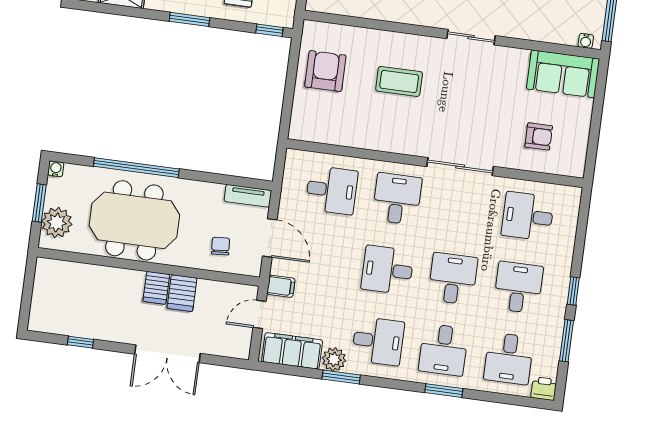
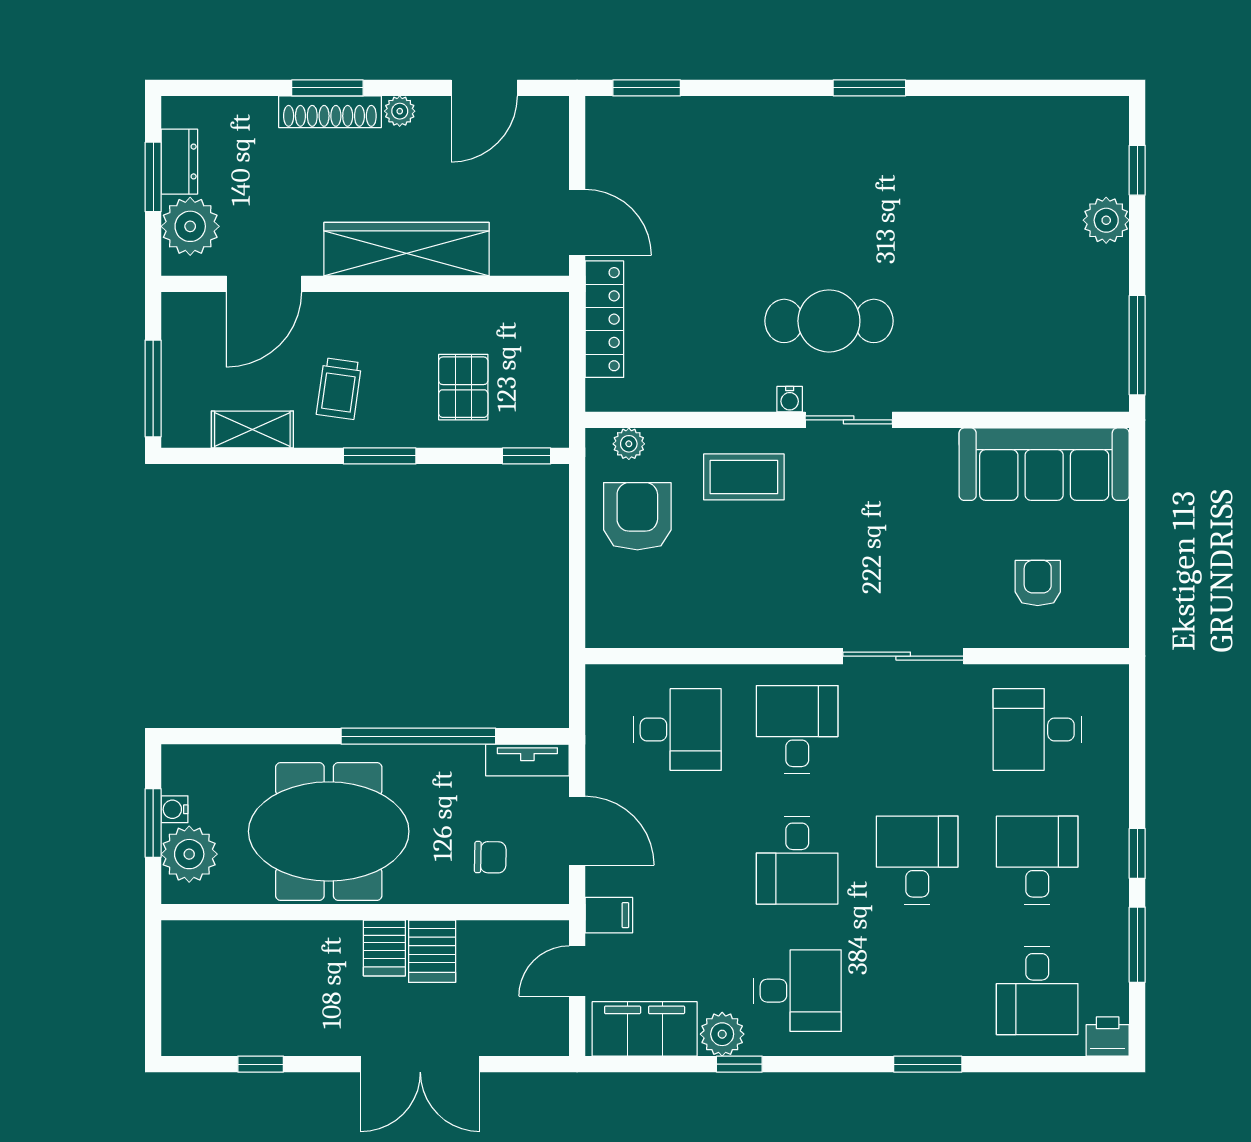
plant: (326, 31) -> (629, 444), added
sliding door: (471, 37) -> (849, 420), moved
water cooler: (586, 41) -> (790, 399), moved
sofa: (563, 74) -> (1044, 464), width x1.36
coffee table: (399, 81) -> (744, 477), moved
armchair: (539, 136) -> (1038, 583), turned -90
window: (136, 168) -> (418, 736), moved
water cooler: (56, 169) -> (174, 809), moved, turned -90
chair: (221, 246) -> (490, 857), turned 95
desk: (387, 270) -> (797, 860), turned -90
desk: (443, 350) -> (917, 991), removed
window: (341, 377) -> (739, 1064), width x0.67

